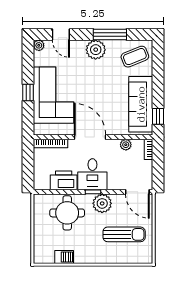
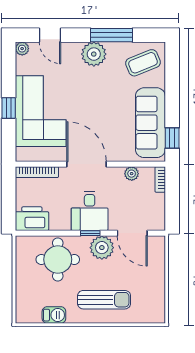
printer: (64, 180) -> (32, 219), moved
door: (137, 192) -> (132, 233), moved
sun lounger: (124, 234) -> (104, 300), moved

